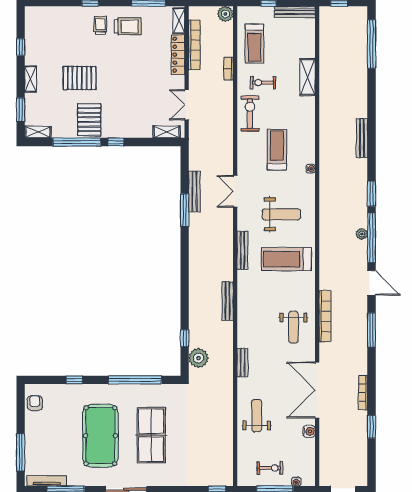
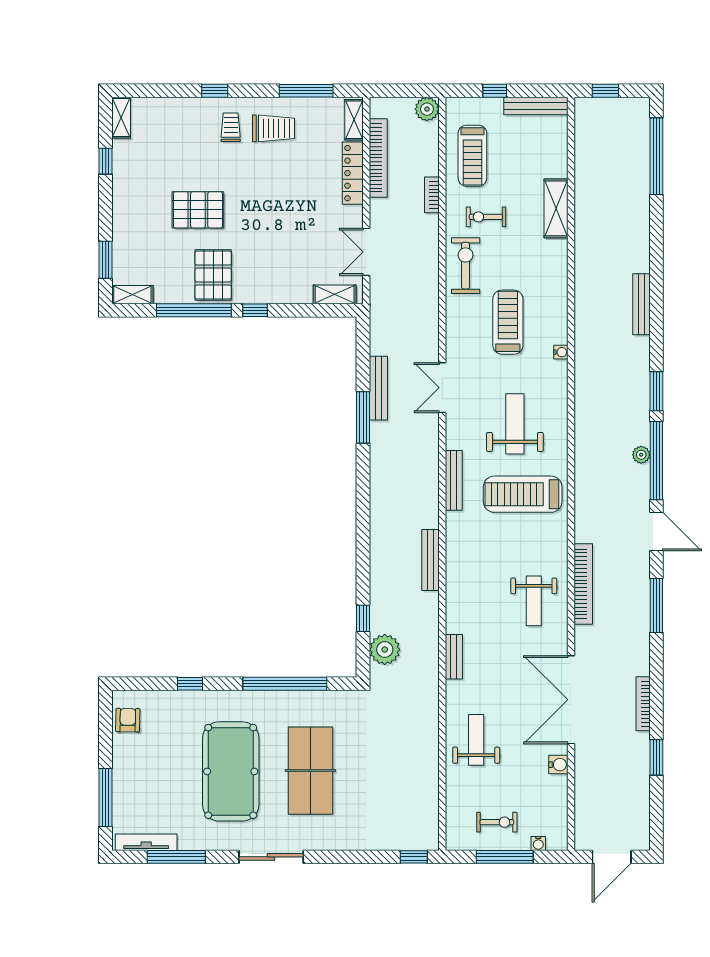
shelving: (31, 79) -> (121, 118), moved
weight bench: (281, 214) -> (515, 424), turned -90

